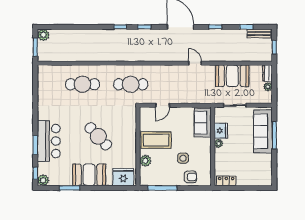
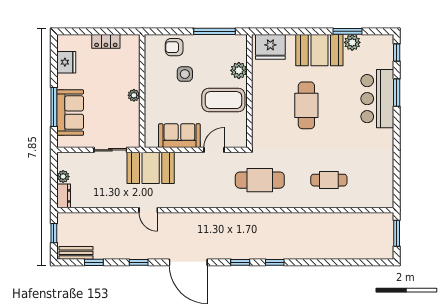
plant: (43, 35) -> (385, 251), removed
door: (195, 63) -> (148, 210), moved
booth: (232, 76) -> (151, 168), moved
cafe table: (83, 84) -> (329, 180), width x0.73, depth x0.74
sofa: (203, 123) -> (179, 136), moved, turned -90
fridge: (221, 131) -> (66, 62), moved, turned 180
sofa: (263, 131) -> (70, 113), width x0.73
cafe table: (98, 136) -> (306, 105), turned 43
plant: (43, 180) -> (352, 42), moved
locker: (226, 181) -> (106, 41), moved

